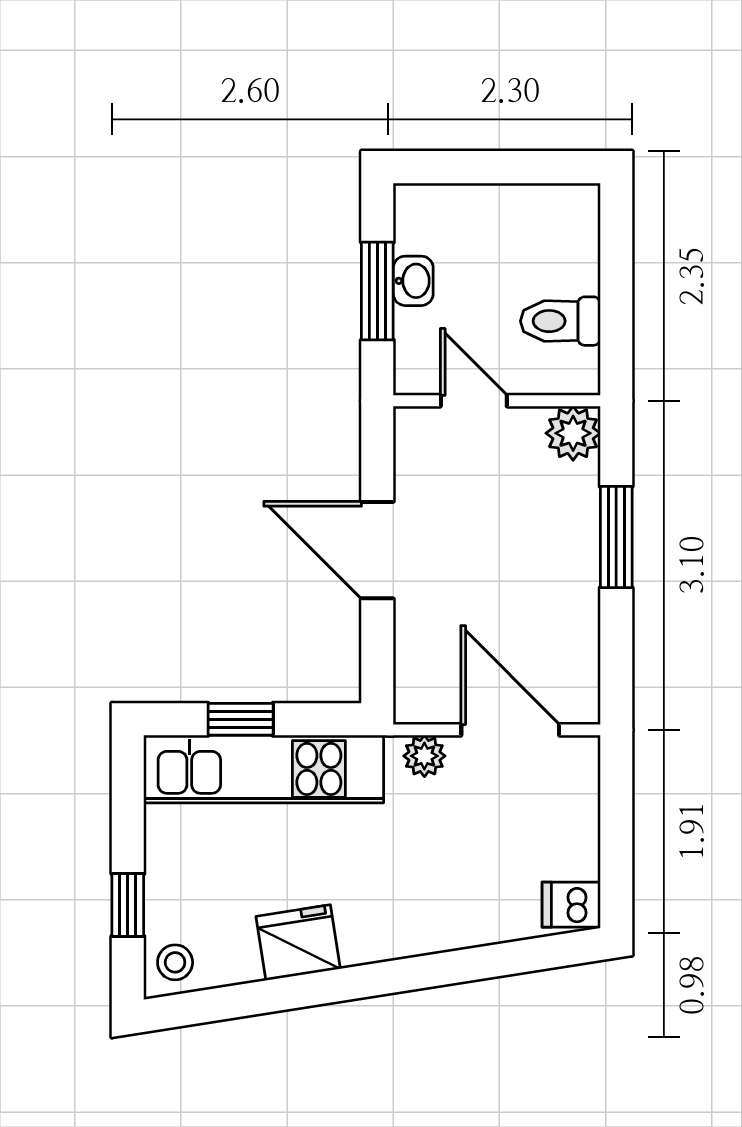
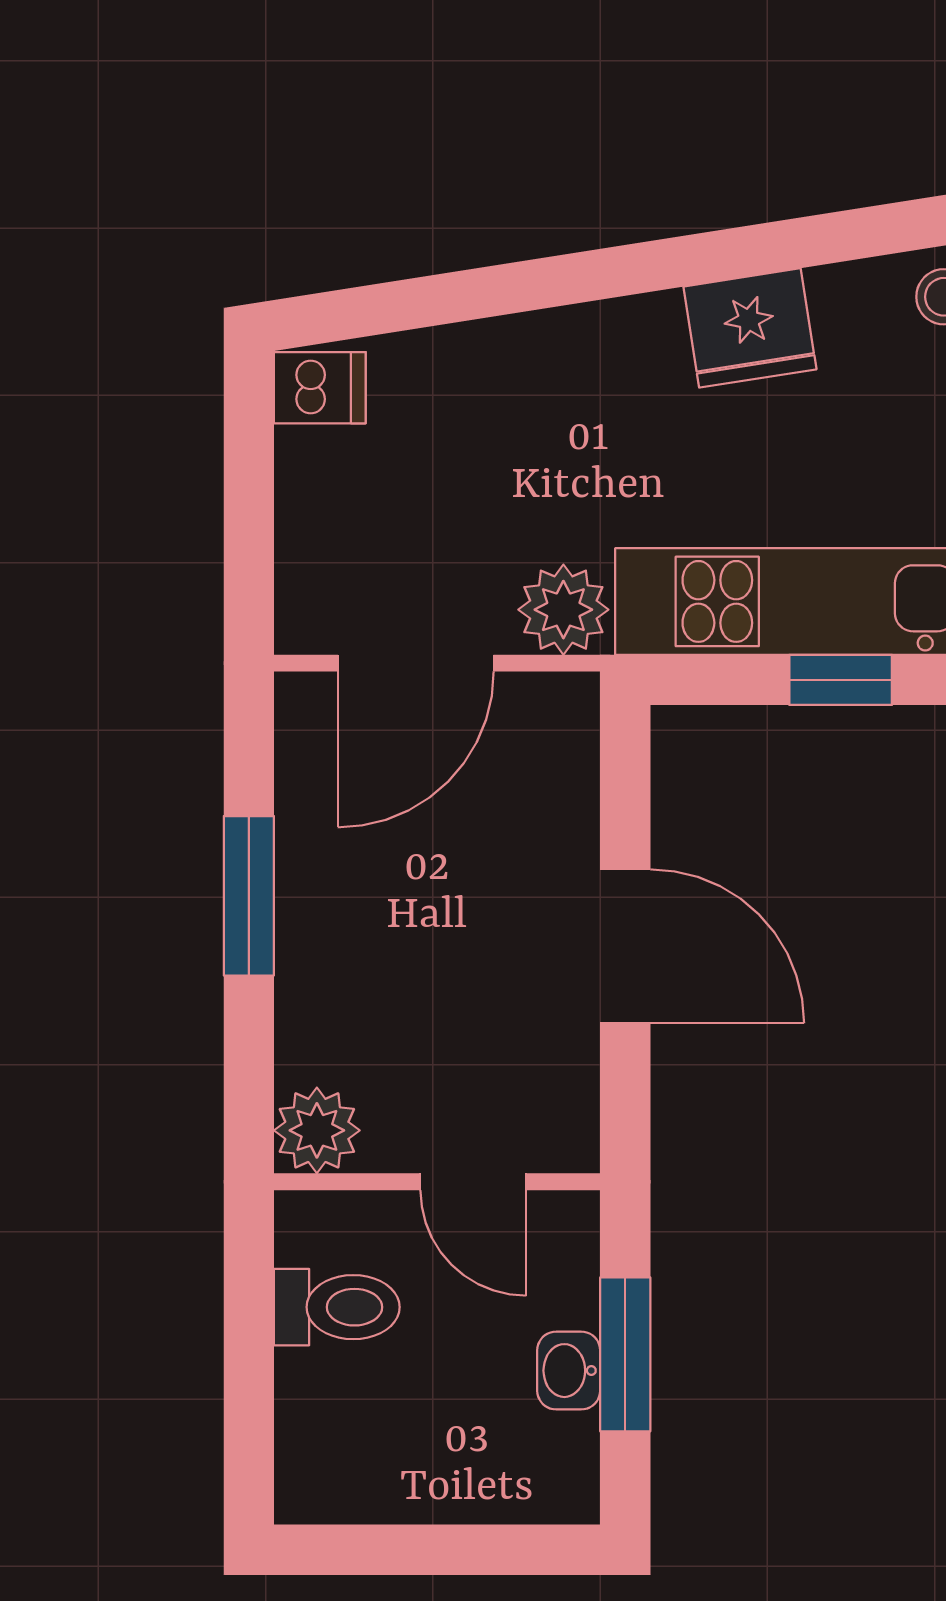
window: (616, 537) -> (249, 896), moved
door: (510, 730) -> (416, 663), hinge flipped
plant: (424, 756) -> (563, 610), width x1.38, depth x1.38

